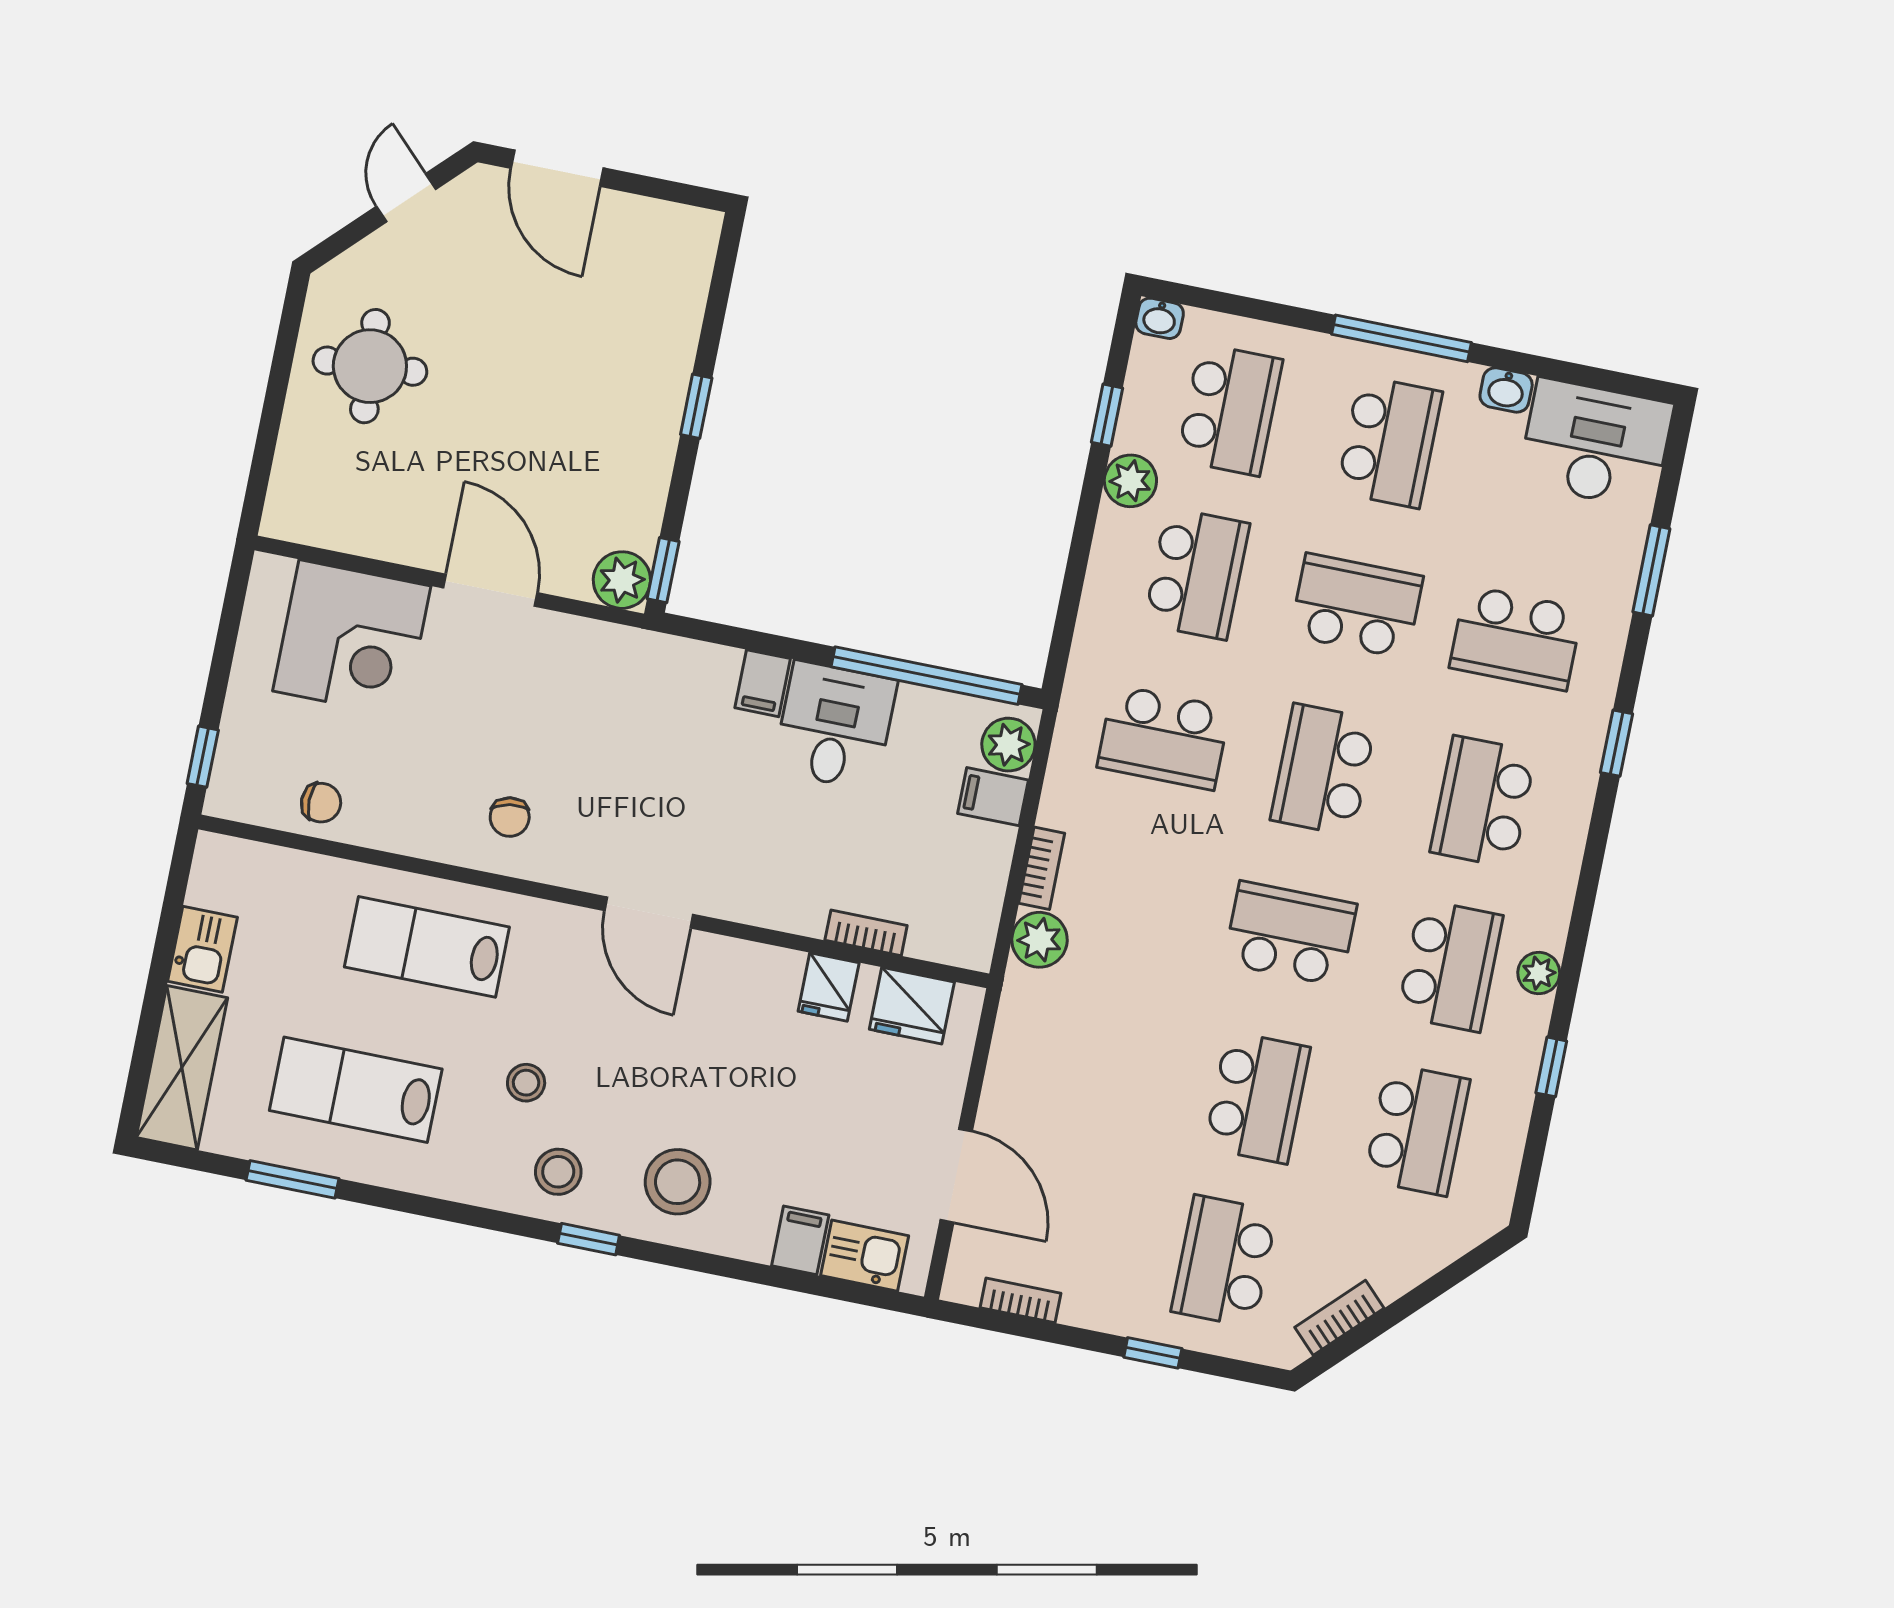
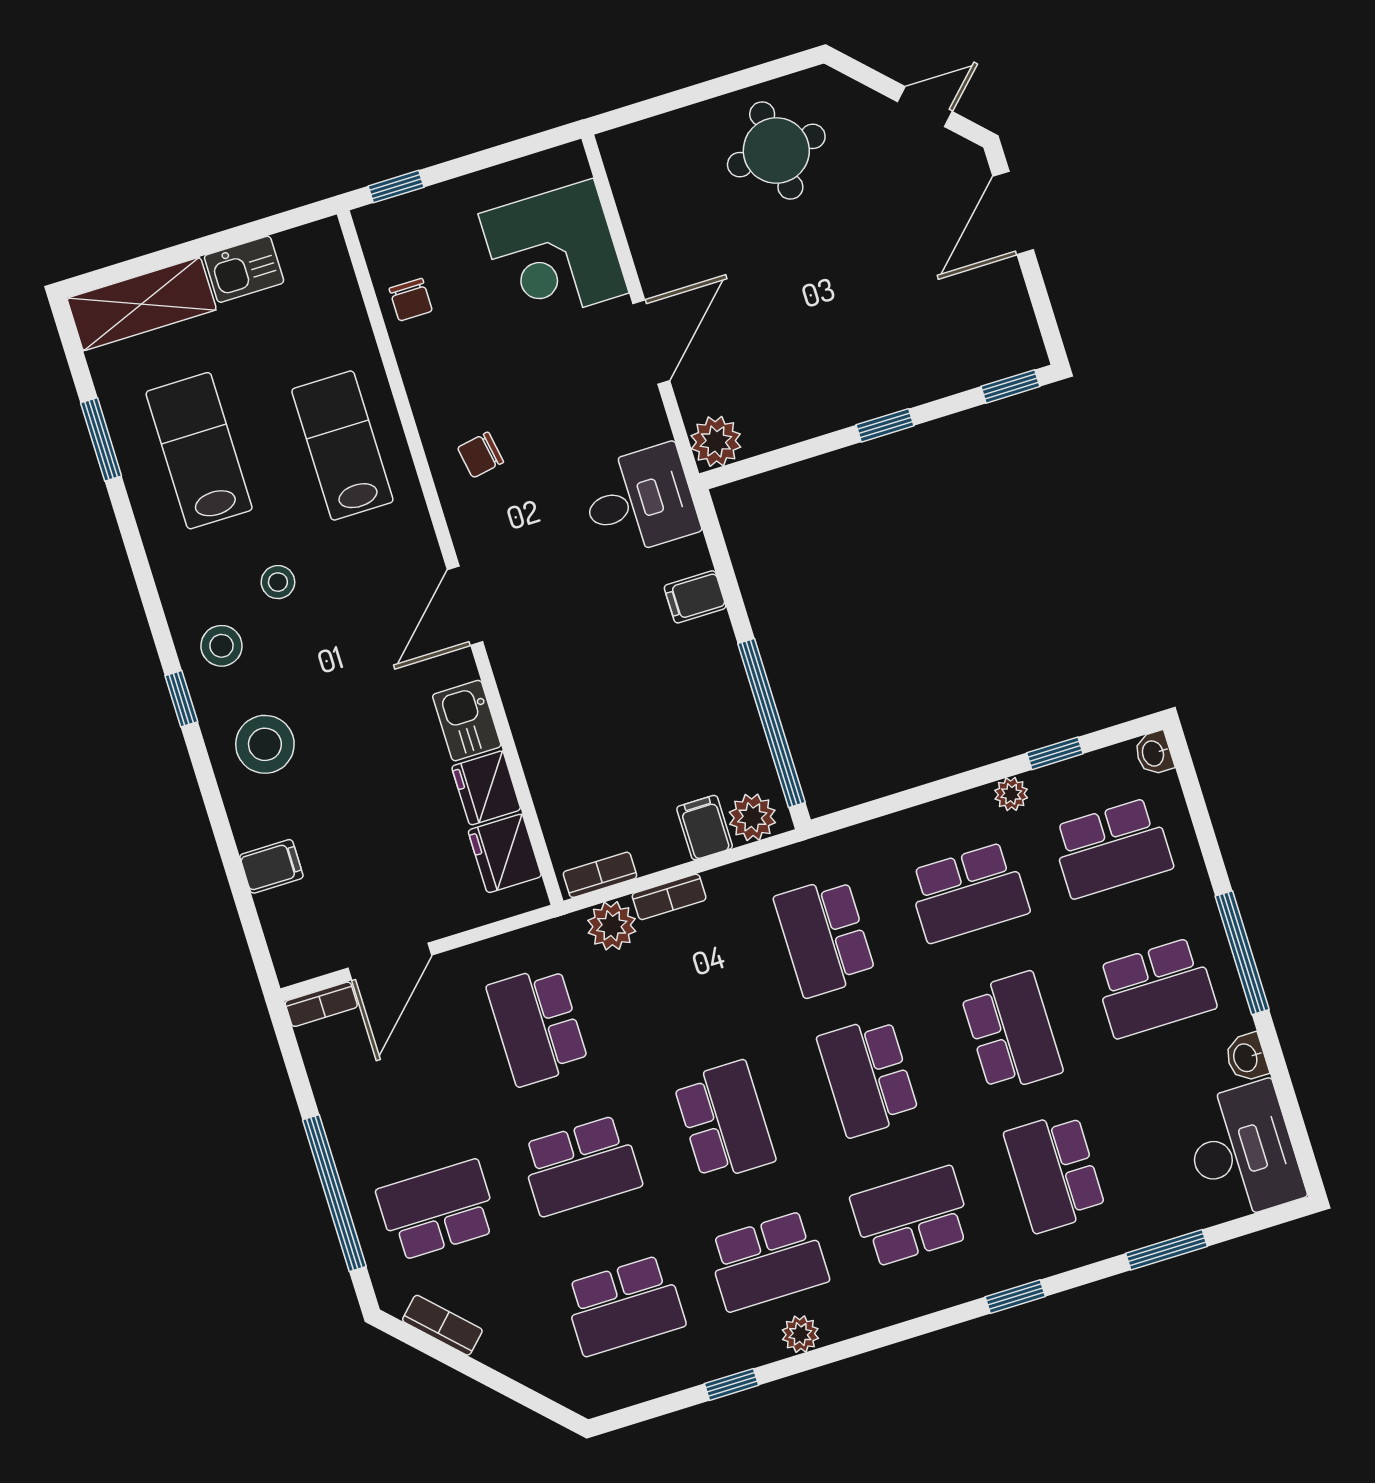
plant: (1130, 481) -> (1011, 794), width x0.73, depth x0.73
window: (663, 570) -> (1010, 386), moved
desk: (835, 726) -> (639, 501), moved
school desk: (1323, 770) -> (868, 1077), turned -90
bookcase: (866, 933) -> (600, 875), moved, turned -90
fridge: (829, 987) -> (486, 788), width x1.38
school desk: (1098, 1065) -> (538, 1026), added
kitchen sink: (865, 1256) -> (467, 721), moved, turned 180
bookcase: (1020, 1300) -> (321, 1004), moved, turned 90
window: (1153, 1353) -> (334, 1193), width x3.17

